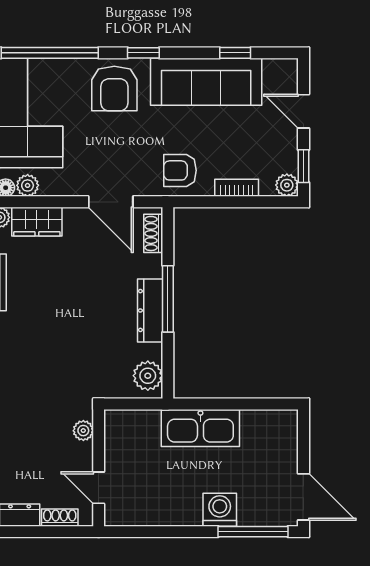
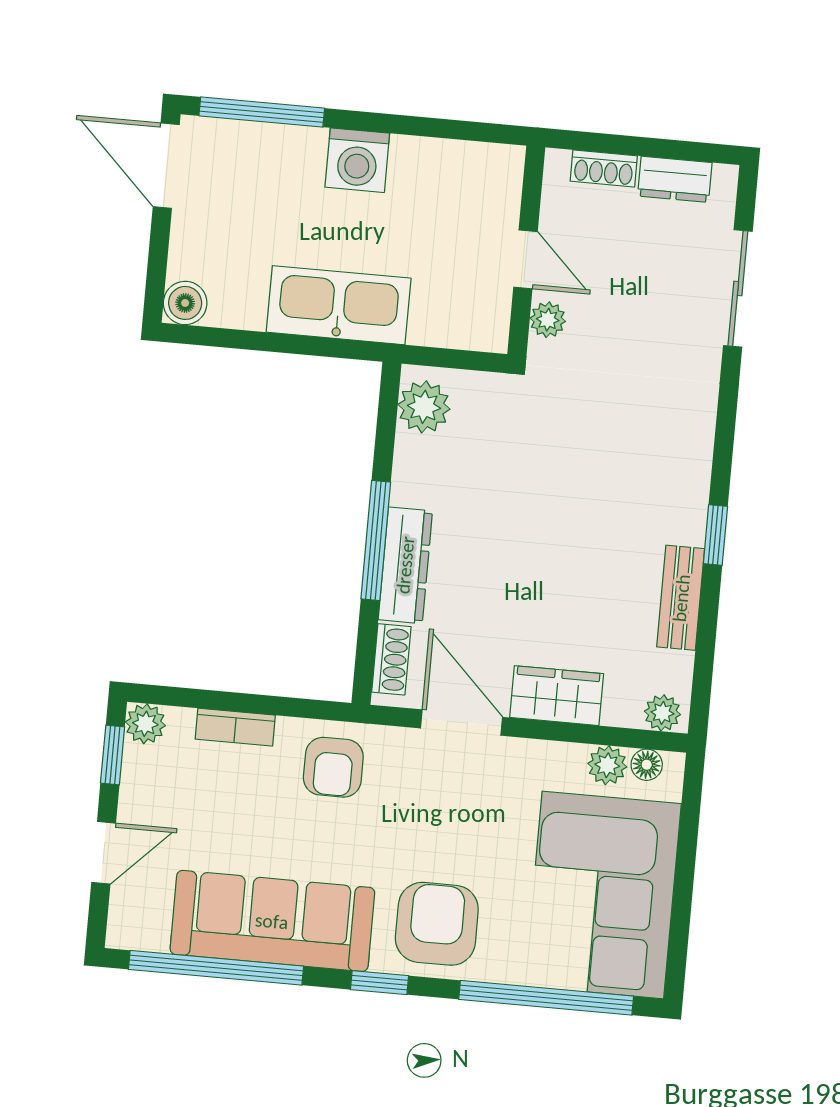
window: (235, 53) -> (216, 968), width x3.17
door: (304, 111) -> (104, 853), hinge flipped
armchair: (180, 170) -> (333, 767), turned 90
wardrobe: (37, 222) -> (557, 696), moved
dresser: (150, 311) -> (405, 565), moved
boiler: (286, 421) -> (185, 303), added
door: (99, 488) -> (526, 259), moved
washing machine: (220, 510) -> (357, 160), moved

